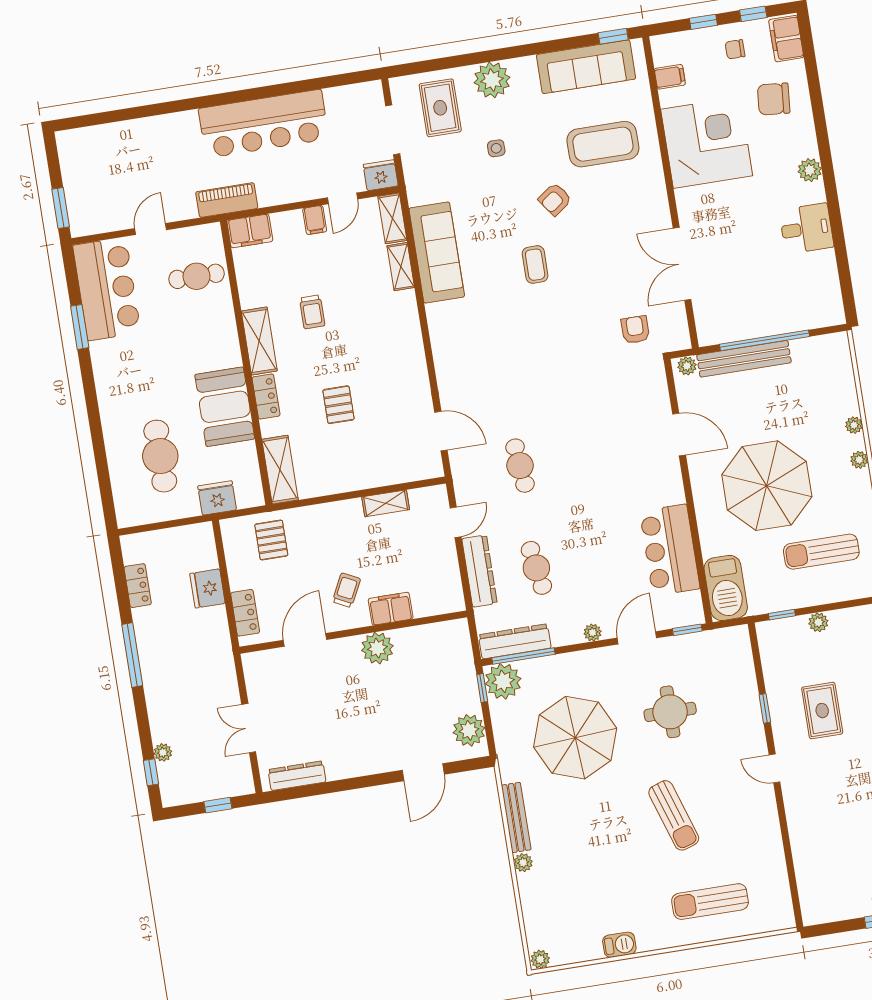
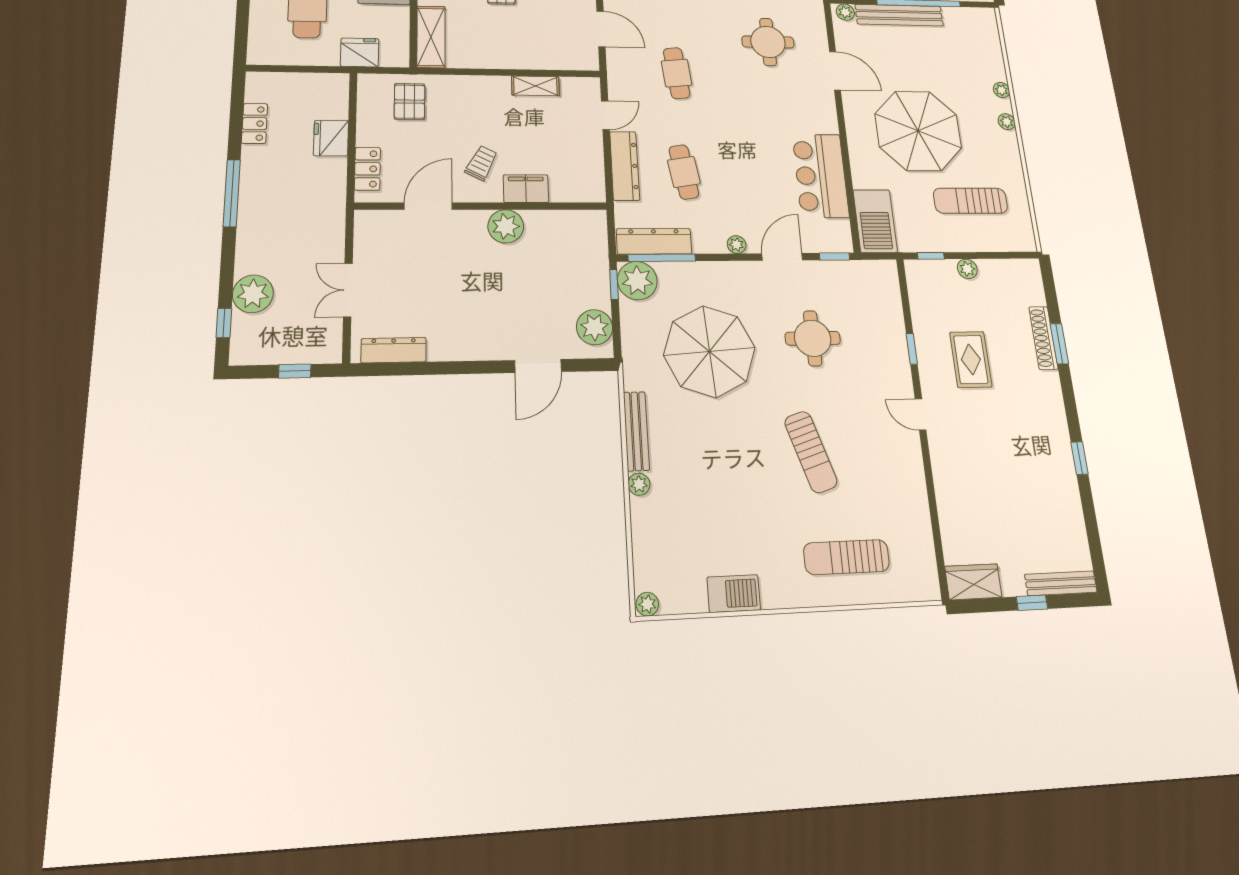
round table: (609, 415) -> (768, 42), added
plant: (163, 752) -> (253, 294), width x1.87, depth x1.87
wardrobe: (825, 909) -> (973, 582), added
barbecue: (619, 945) -> (734, 594), width x1.38, depth x1.27

